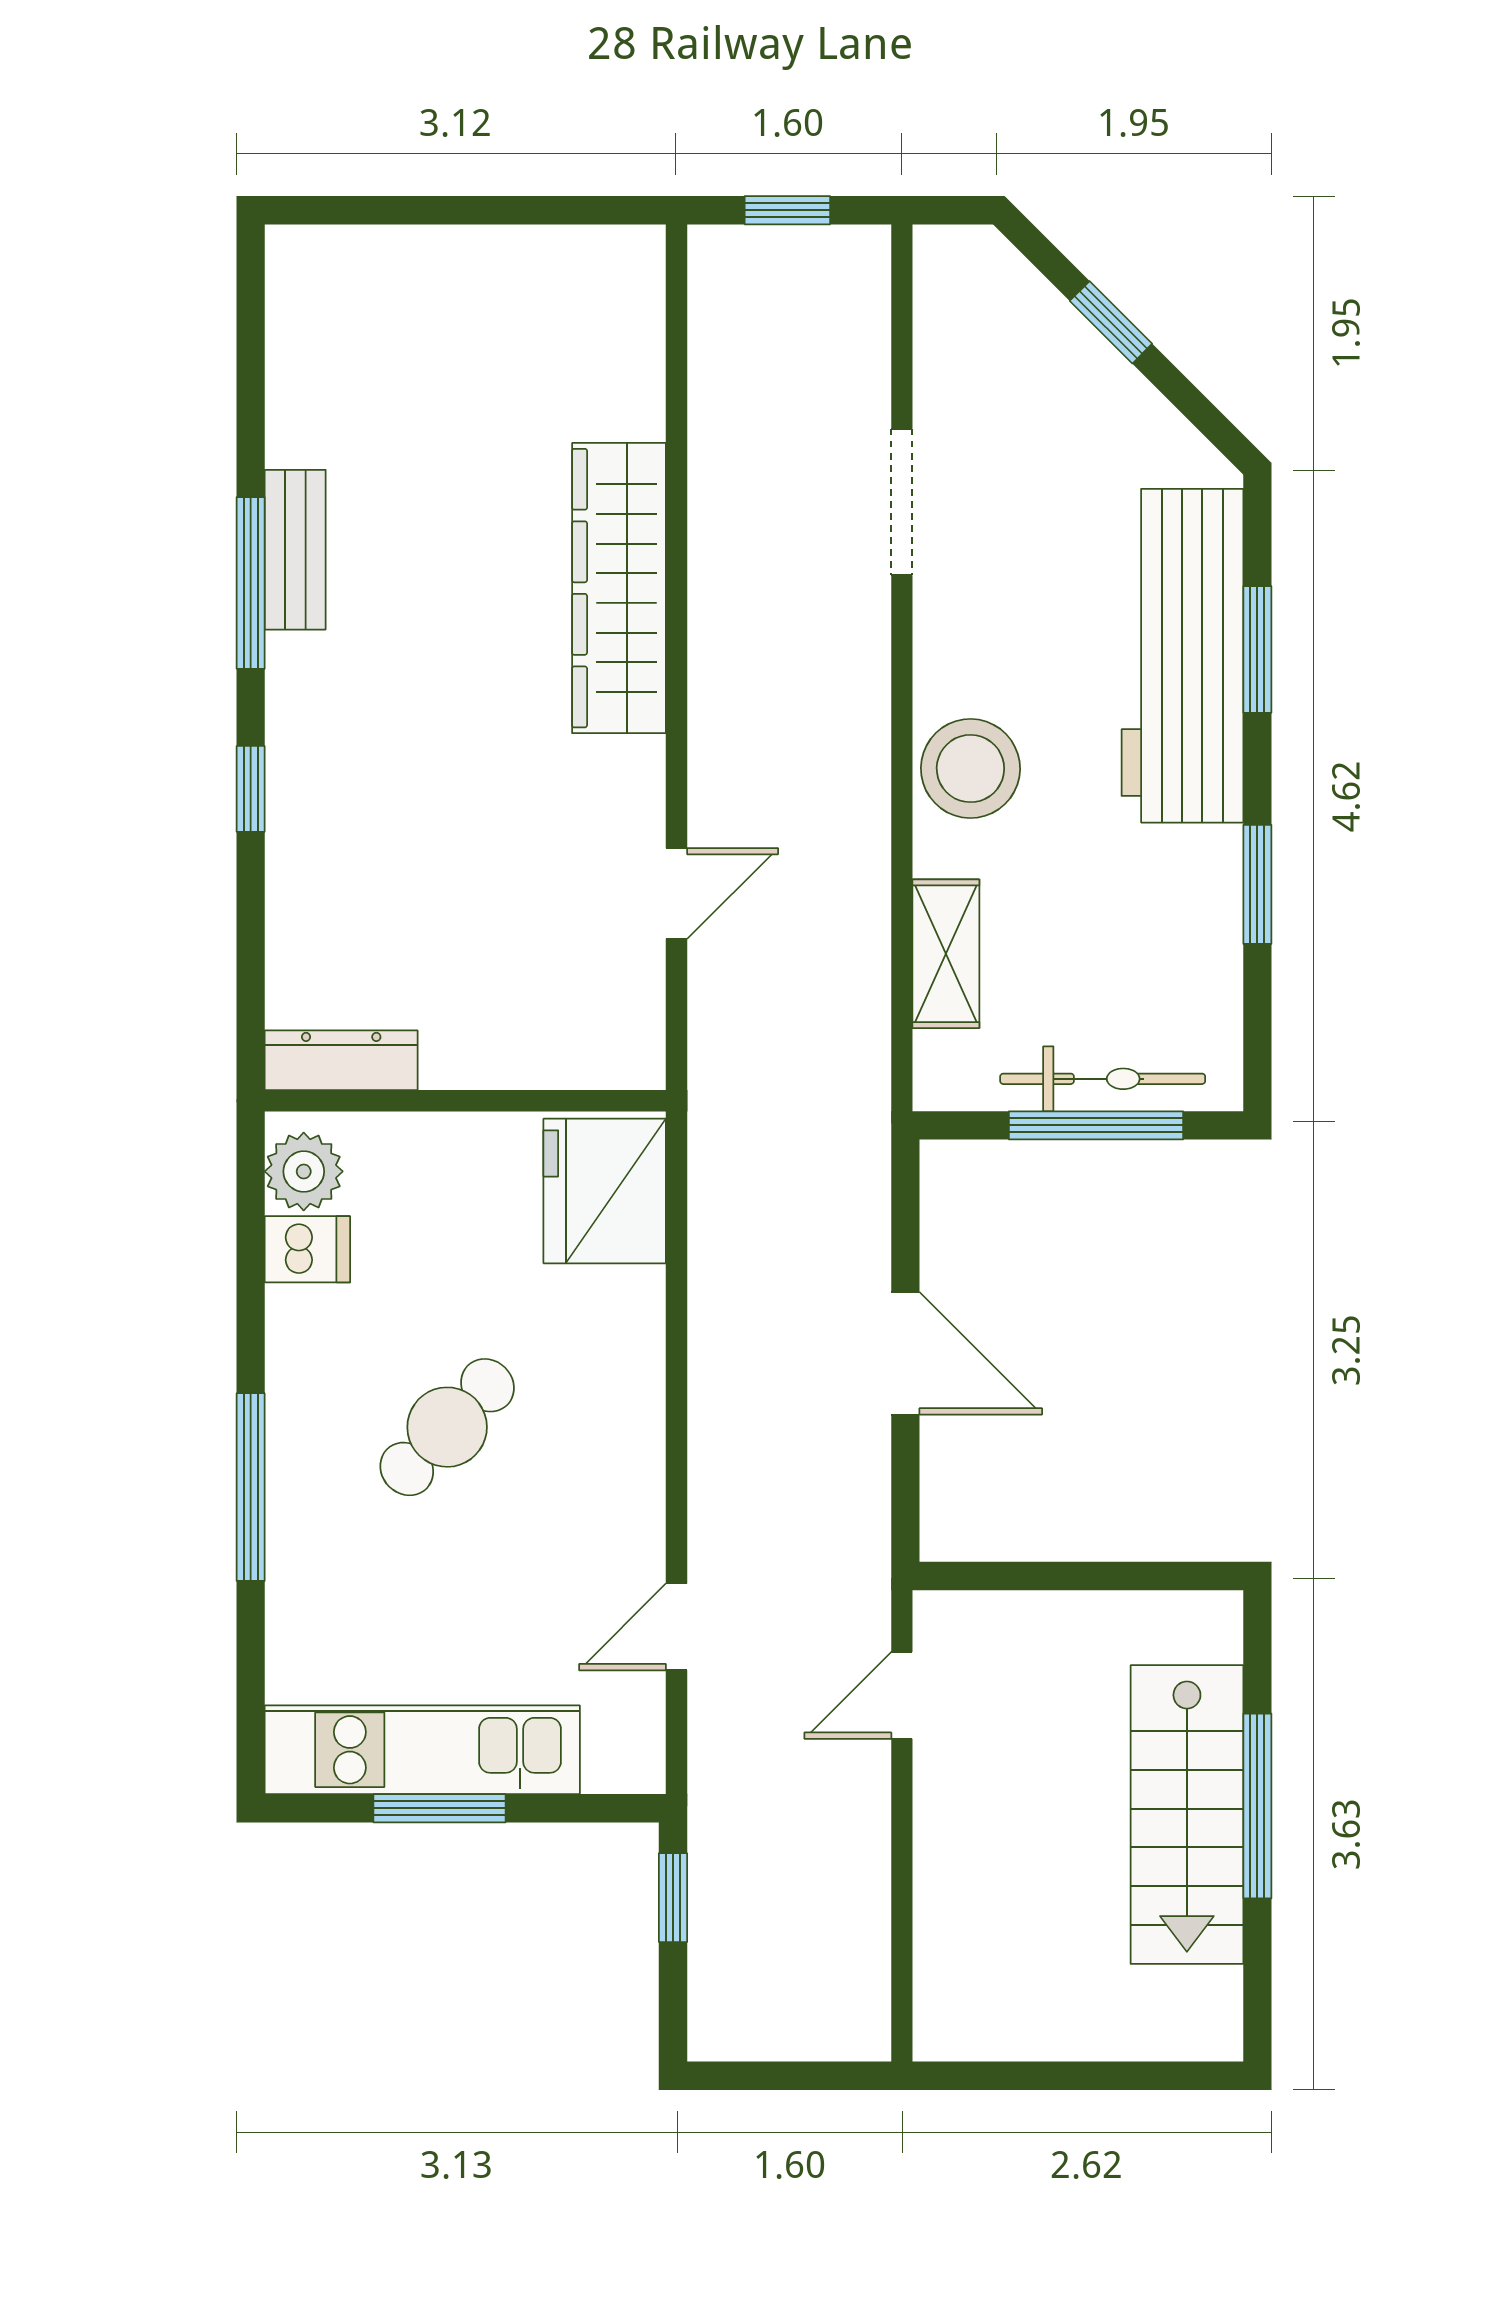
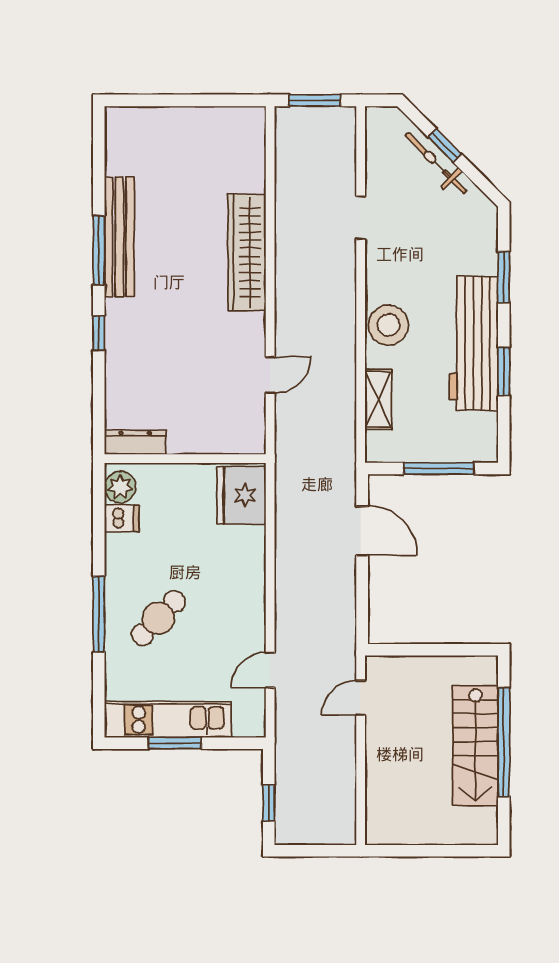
window: (787, 210) -> (315, 100), width x1.50
doorway: (902, 502) -> (361, 218), width x0.73
bench: (295, 550) -> (119, 237), width x1.86, depth x1.21
workbench: (1182, 656) -> (474, 343), moved
bicycle: (1103, 1079) -> (436, 163), moved, turned -135
door: (905, 1353) -> (362, 531), moved
cafe table: (447, 1427) -> (158, 618), moved
window: (1257, 1806) -> (504, 742), width x1.46
window: (673, 1898) -> (269, 803), moved

